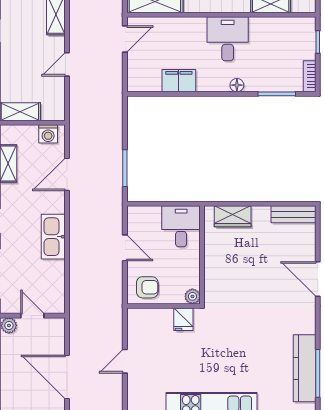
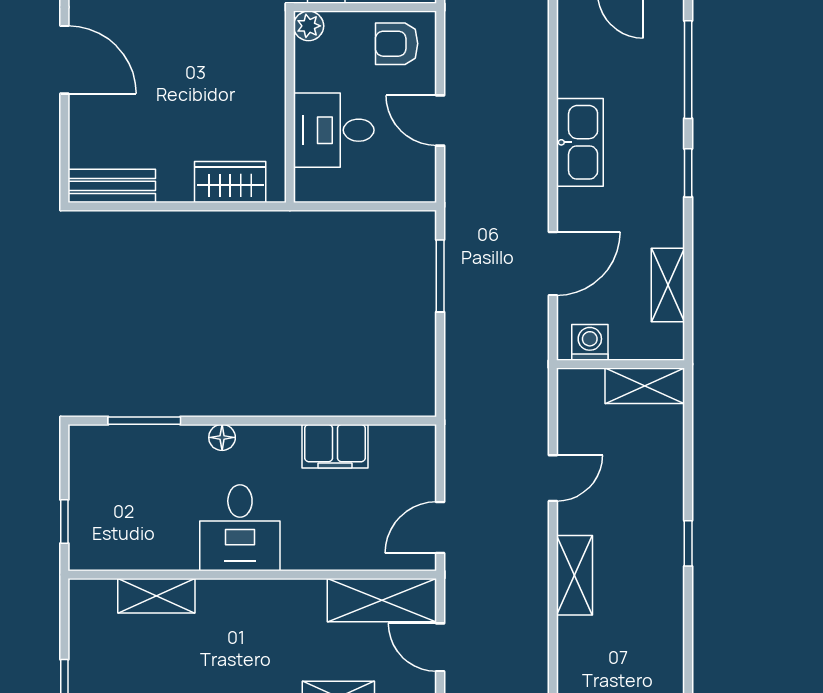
bookcase: (310, 76) -> (80, 455), removed
desk: (181, 226) -> (334, 130), moved, turned 90

